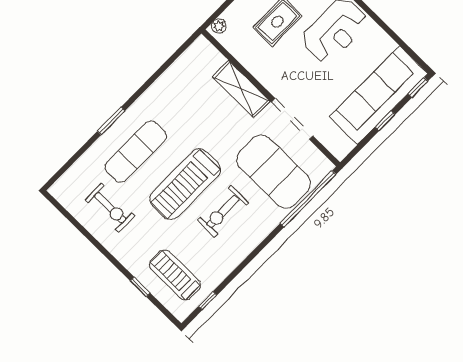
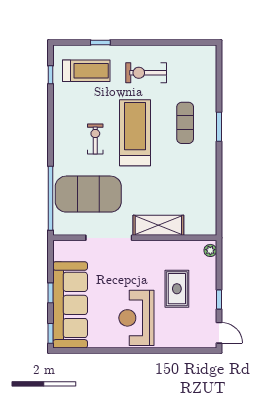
exercise mat: (136, 152) -> (185, 123), width x0.73, depth x0.69
exercise bike: (110, 208) -> (146, 73), moved
exercise bike: (223, 211) -> (95, 139), width x0.73, depth x0.72

